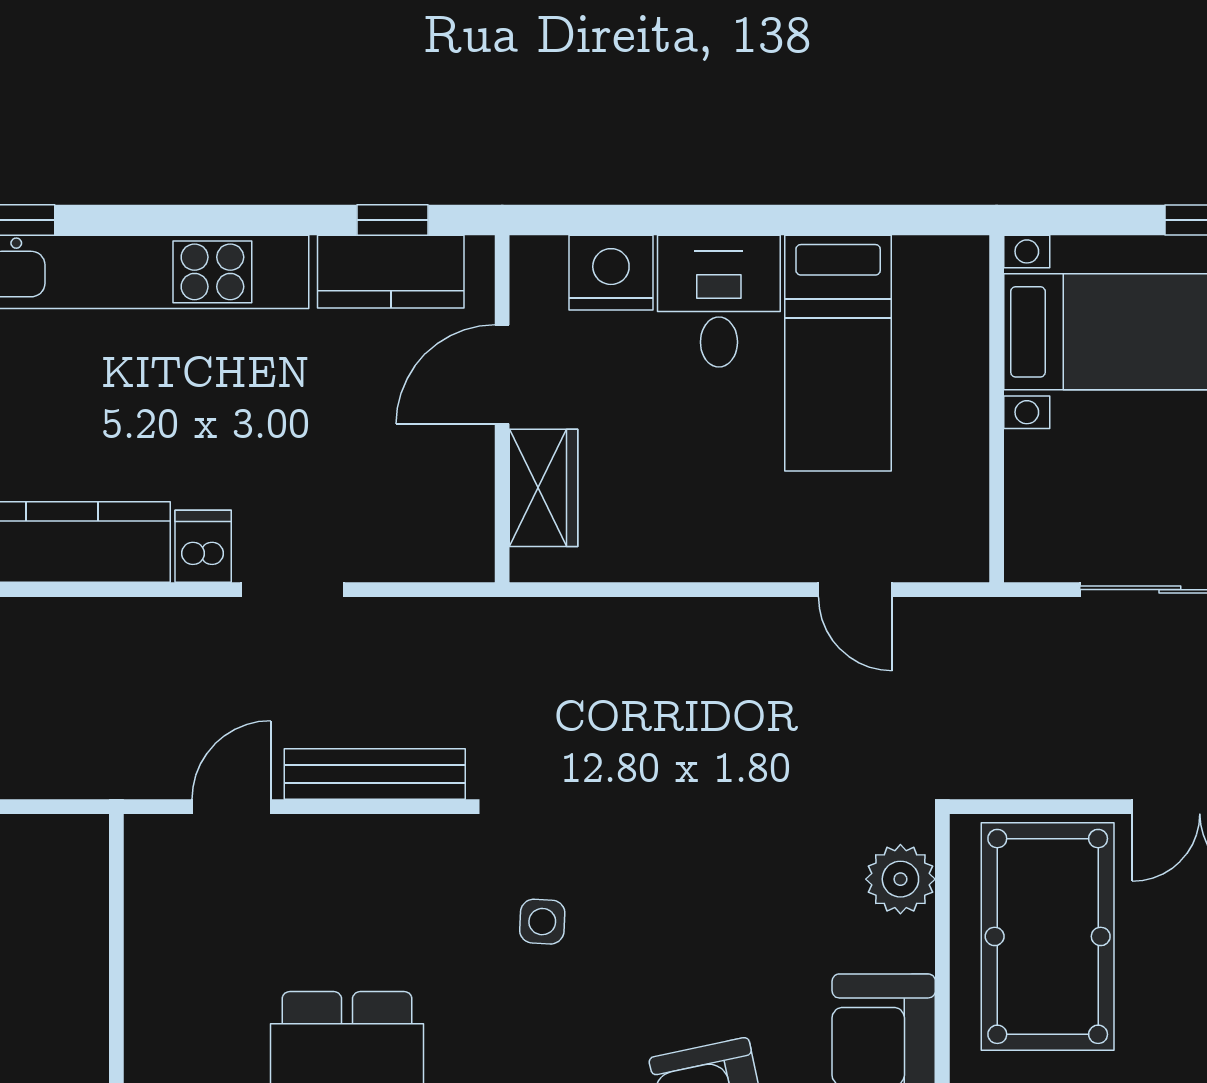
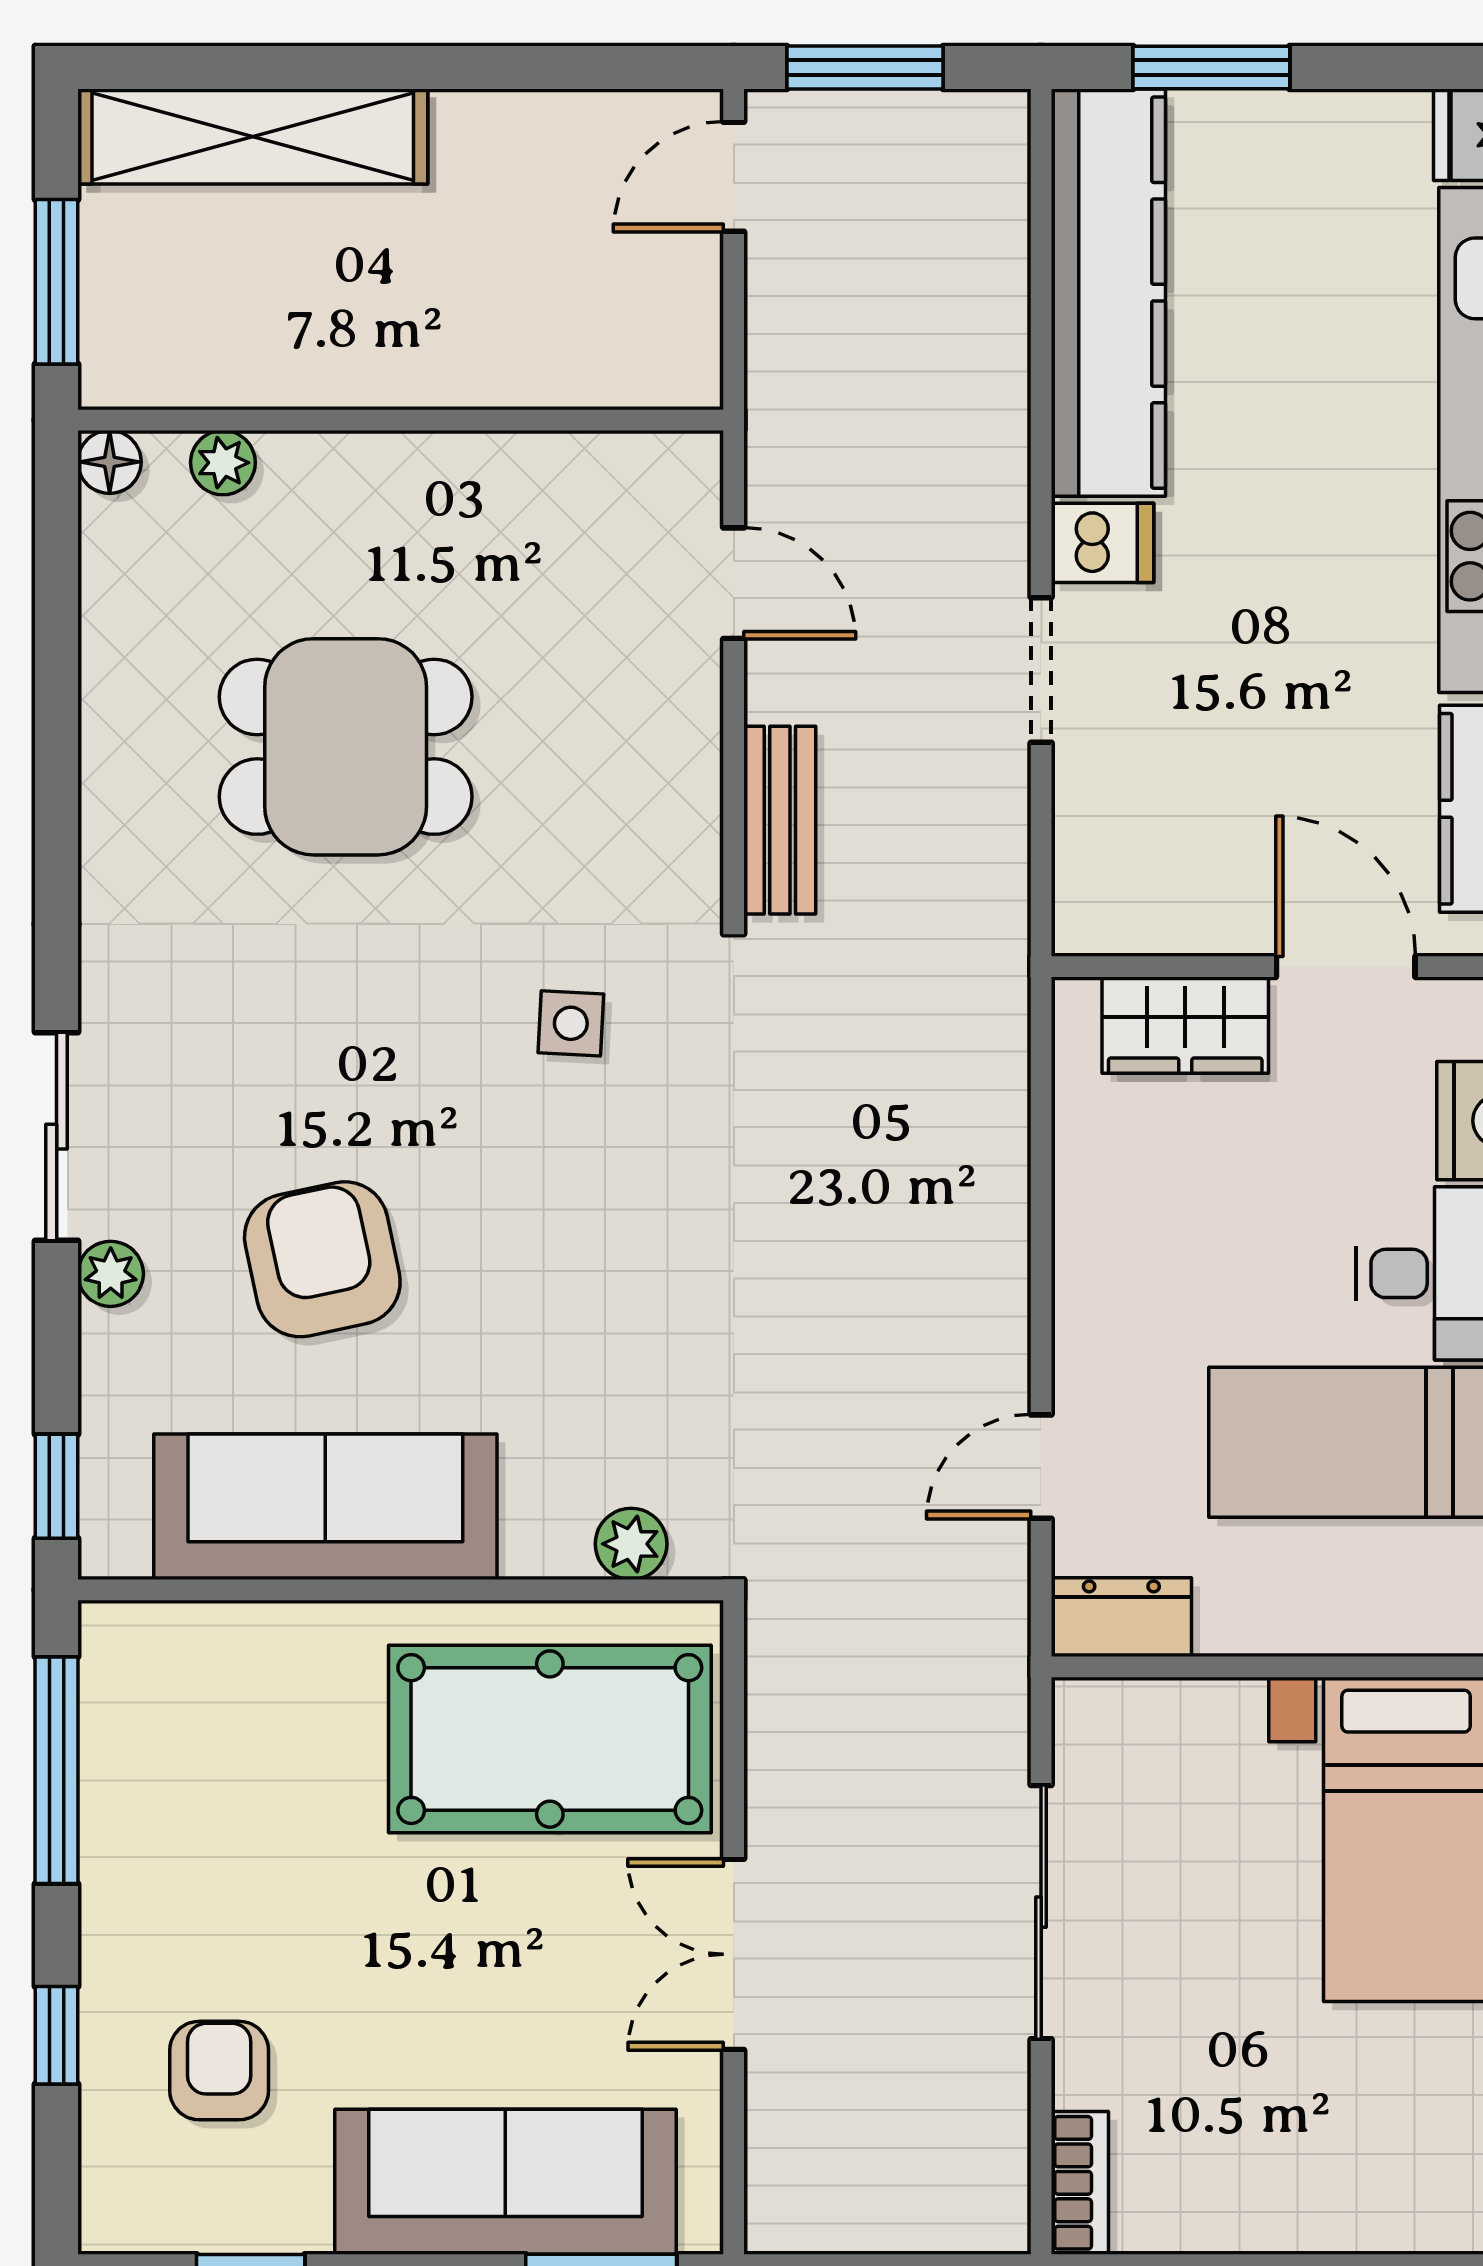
dresser: (962, 533) -> (1121, 1617), added
bench: (375, 774) -> (780, 820), width x0.73
plant: (900, 879) -> (631, 1544), width x0.73, depth x0.73

